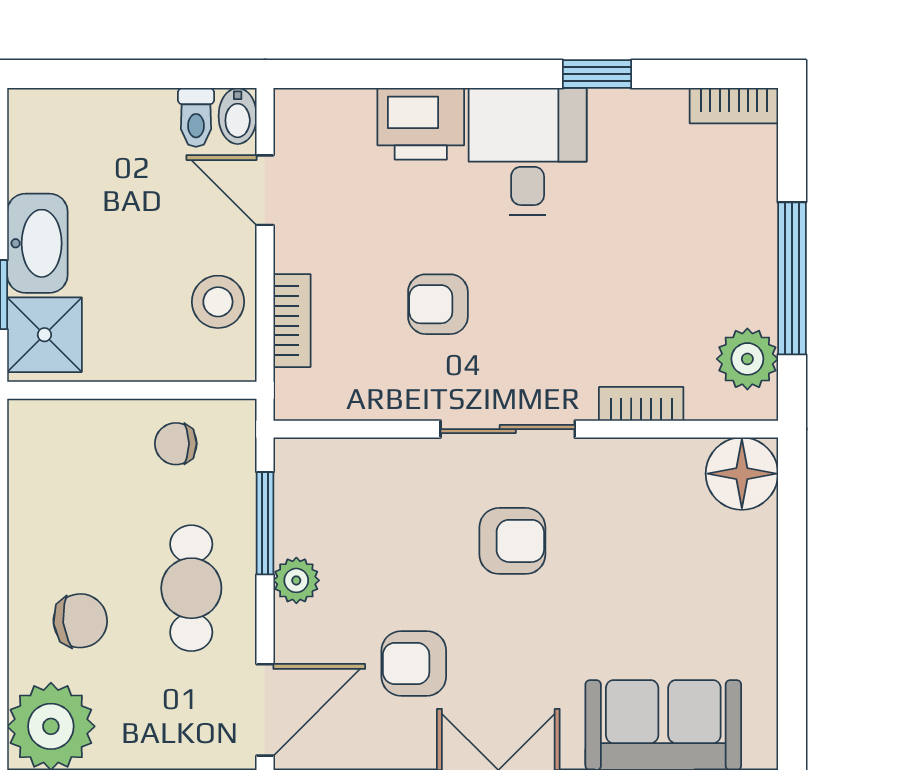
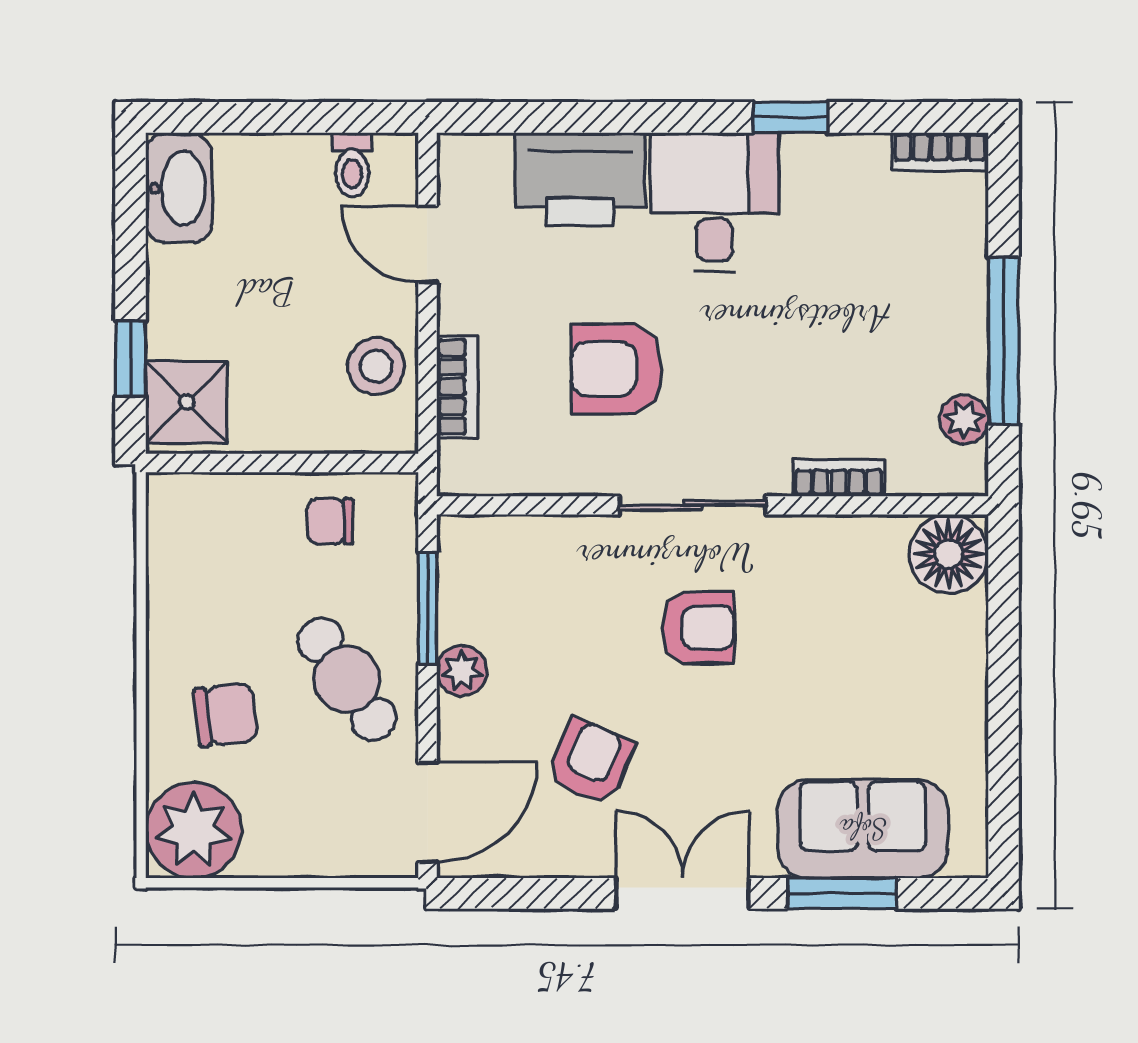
bidet: (238, 116) -> (398, 163), removed
printer: (421, 124) -> (580, 179), width x1.37, depth x1.19
washbasin: (37, 243) -> (179, 188), moved
armchair: (438, 304) -> (617, 369), width x1.38, depth x1.38
plant: (747, 359) -> (964, 420), width x0.73, depth x0.73
cafe table: (191, 588) -> (347, 679), turned -34
armchair: (414, 664) -> (590, 762), turned 113

